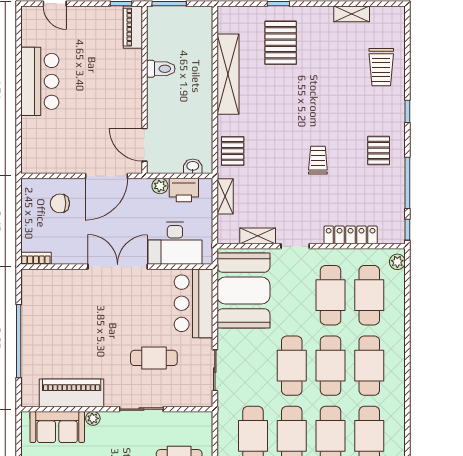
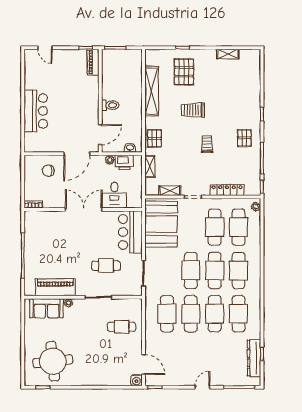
trolley: (381, 67) -> (193, 110), moved, turned 90
toilet: (161, 69) -> (110, 105), moved
bar counter: (40, 81) -> (36, 111), moved
door: (145, 145) -> (100, 135), swing flipped
desk: (175, 243) -> (114, 195), width x0.73

